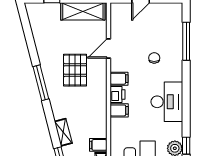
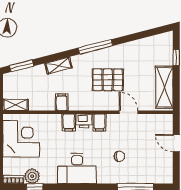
shelving: (63, 132) -> (58, 66), moved
filing cabinet: (98, 145) -> (62, 102), moved

